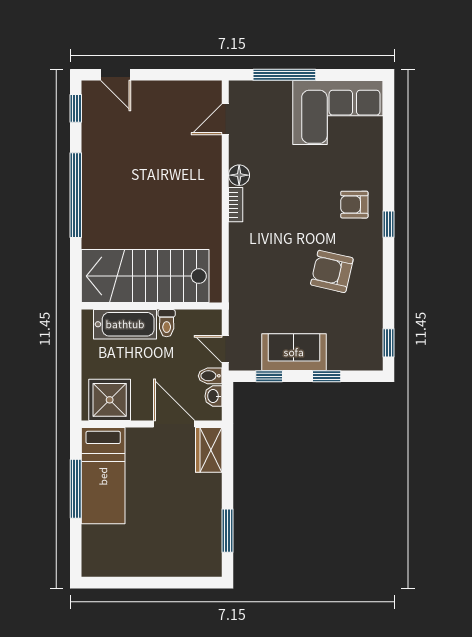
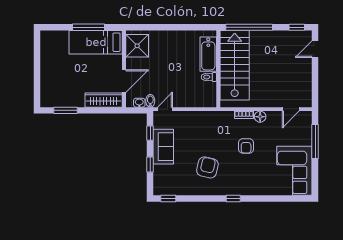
door: (225, 119) -> (291, 109), swing flipped
armchair: (354, 205) -> (246, 146), moved, turned 180
stairs: (145, 276) -> (235, 65), moved
wall: (152, 306) -> (218, 69), moved
toilet: (167, 323) -> (209, 77), moved
bathtub: (125, 324) -> (208, 54), moved
wardrobe: (209, 450) -> (104, 100), width x1.50

